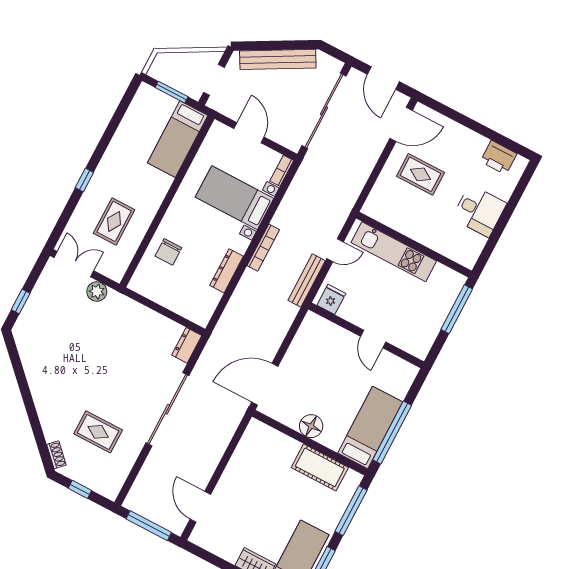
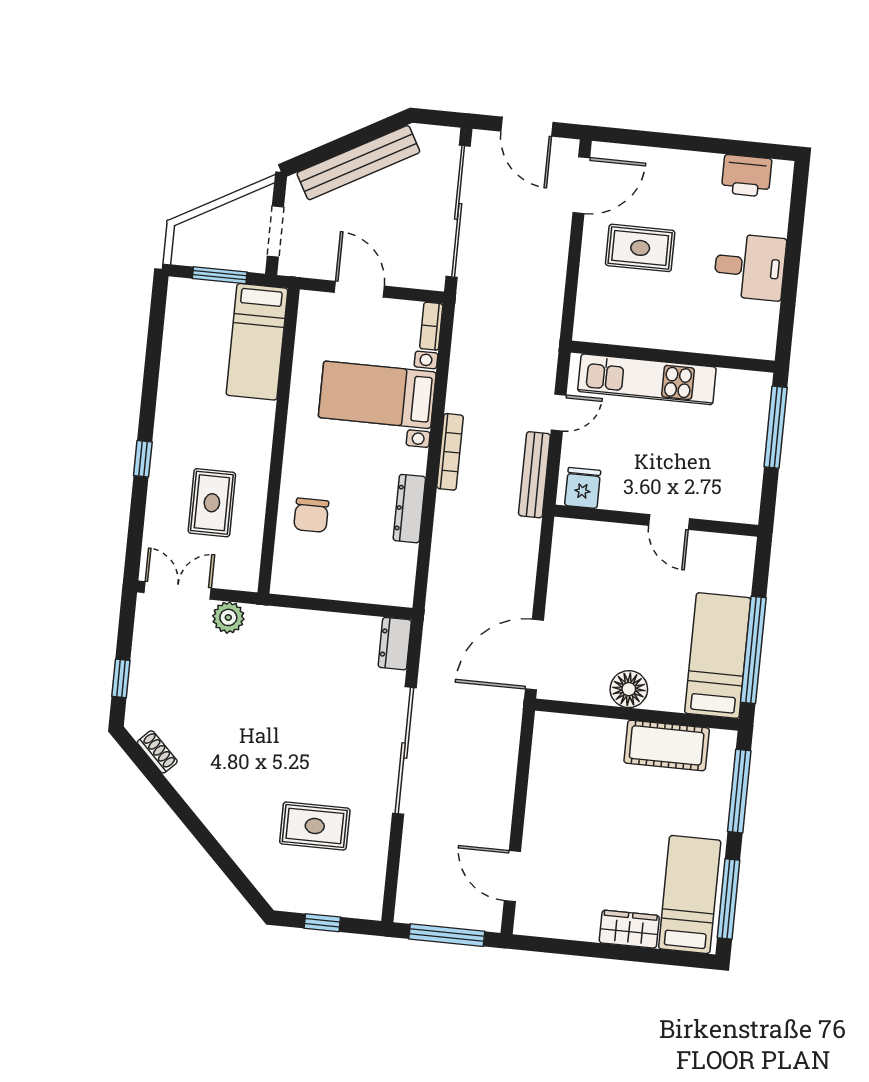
shoe rack: (56, 455) -> (157, 752), moved

